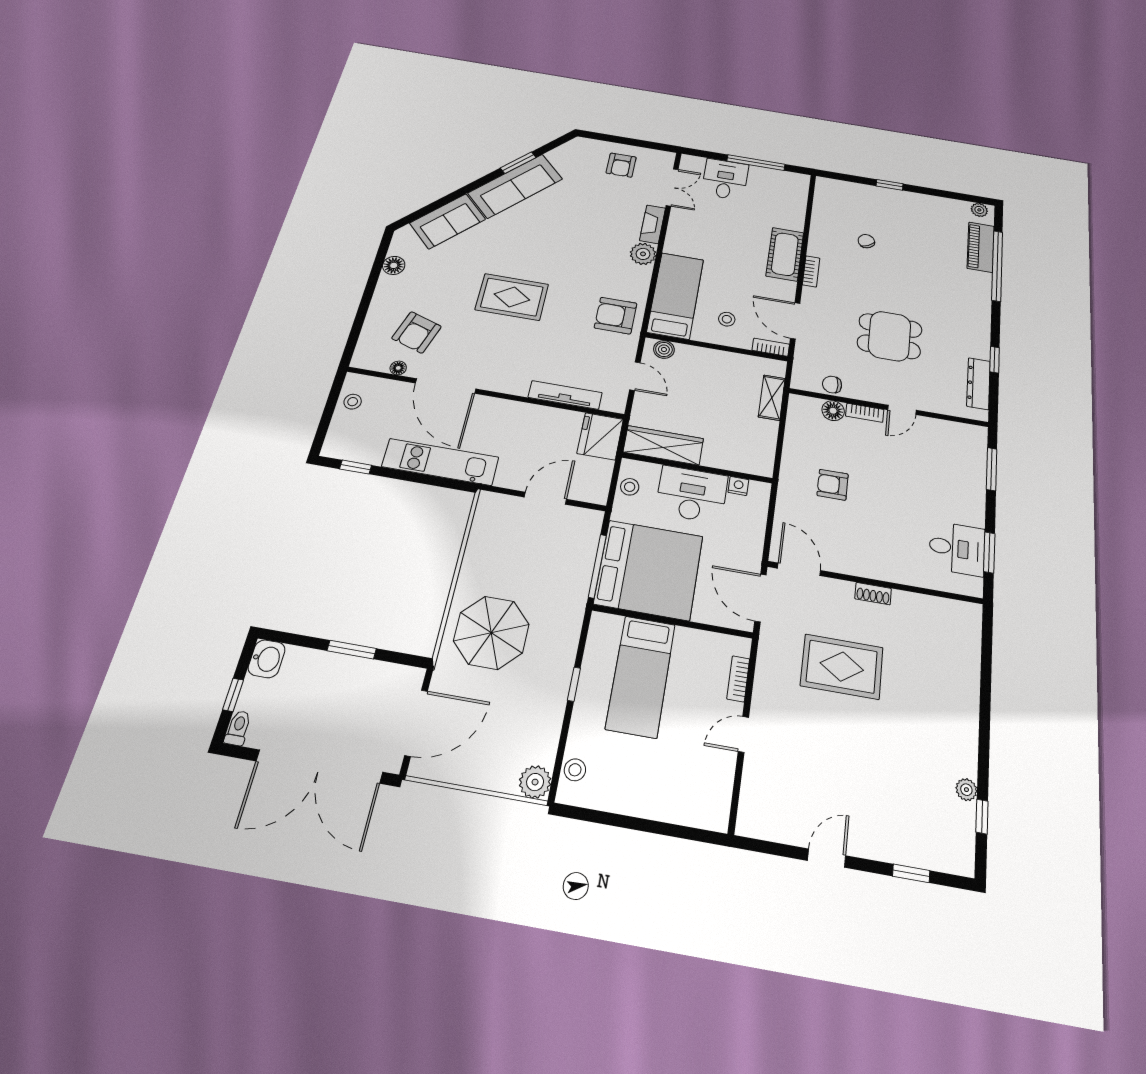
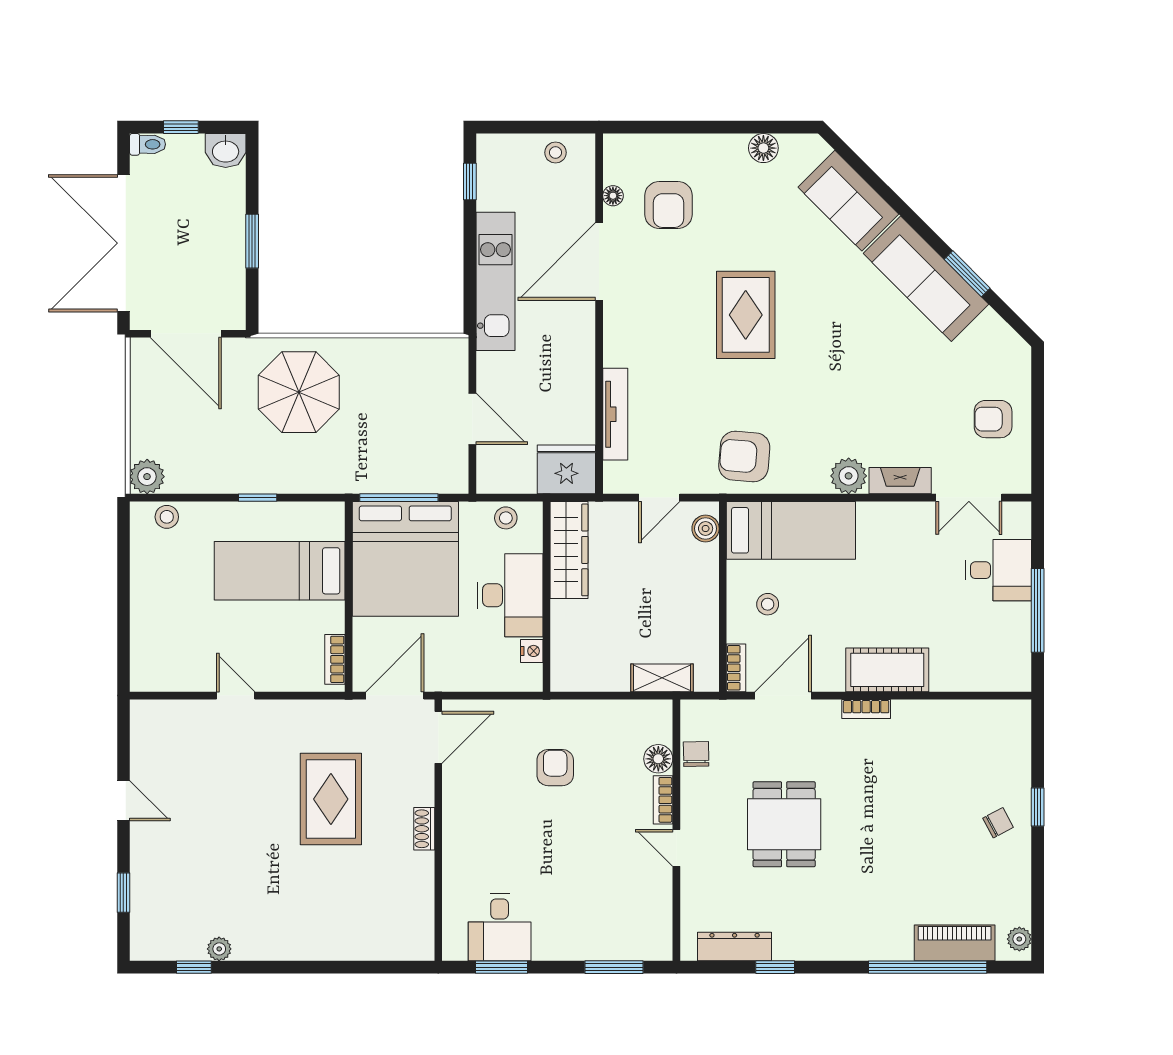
chair: (866, 241) -> (998, 823), moved
armchair: (616, 316) -> (744, 456), turned -85
armchair: (417, 332) -> (669, 205), turned -108
bookcase: (738, 679) -> (335, 659), moved, turned -90

